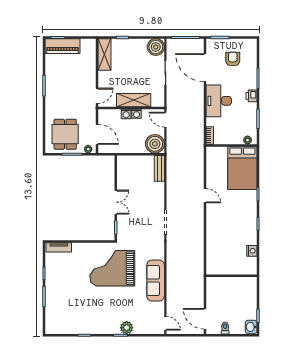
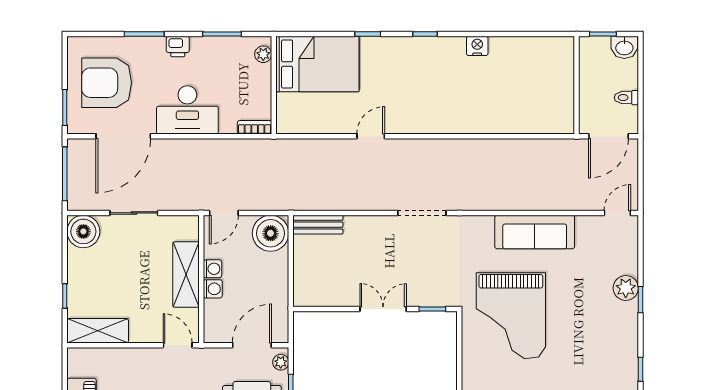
armchair: (233, 59) -> (107, 83), width x1.88, depth x1.88
wall: (232, 276) -> (576, 85), moved

